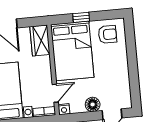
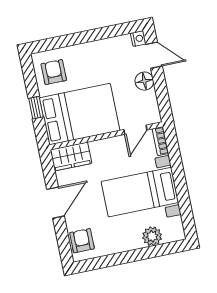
door: (55, 93) -> (135, 130), swing flipped
nightstand: (64, 109) -> (138, 39), moved

